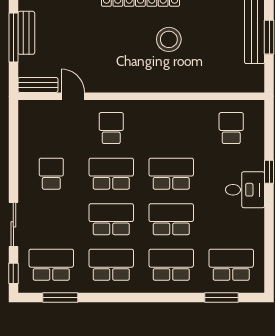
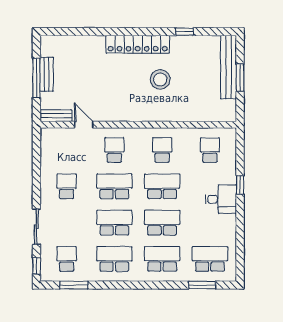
school desk: (171, 128) -> (162, 150), added
school desk: (51, 265) -> (67, 259), width x0.54

